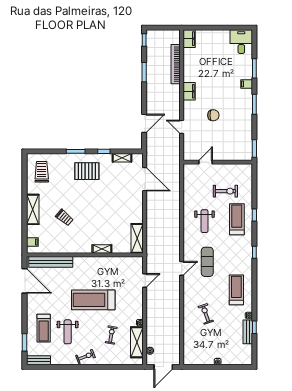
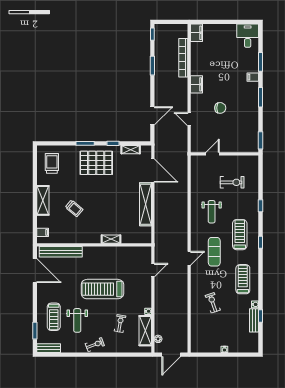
pallet: (87, 171) -> (96, 163), width x1.37, depth x1.41
treadmill: (237, 219) -> (240, 235), moved
shelving: (137, 238) -> (145, 204), moved, width x1.47

